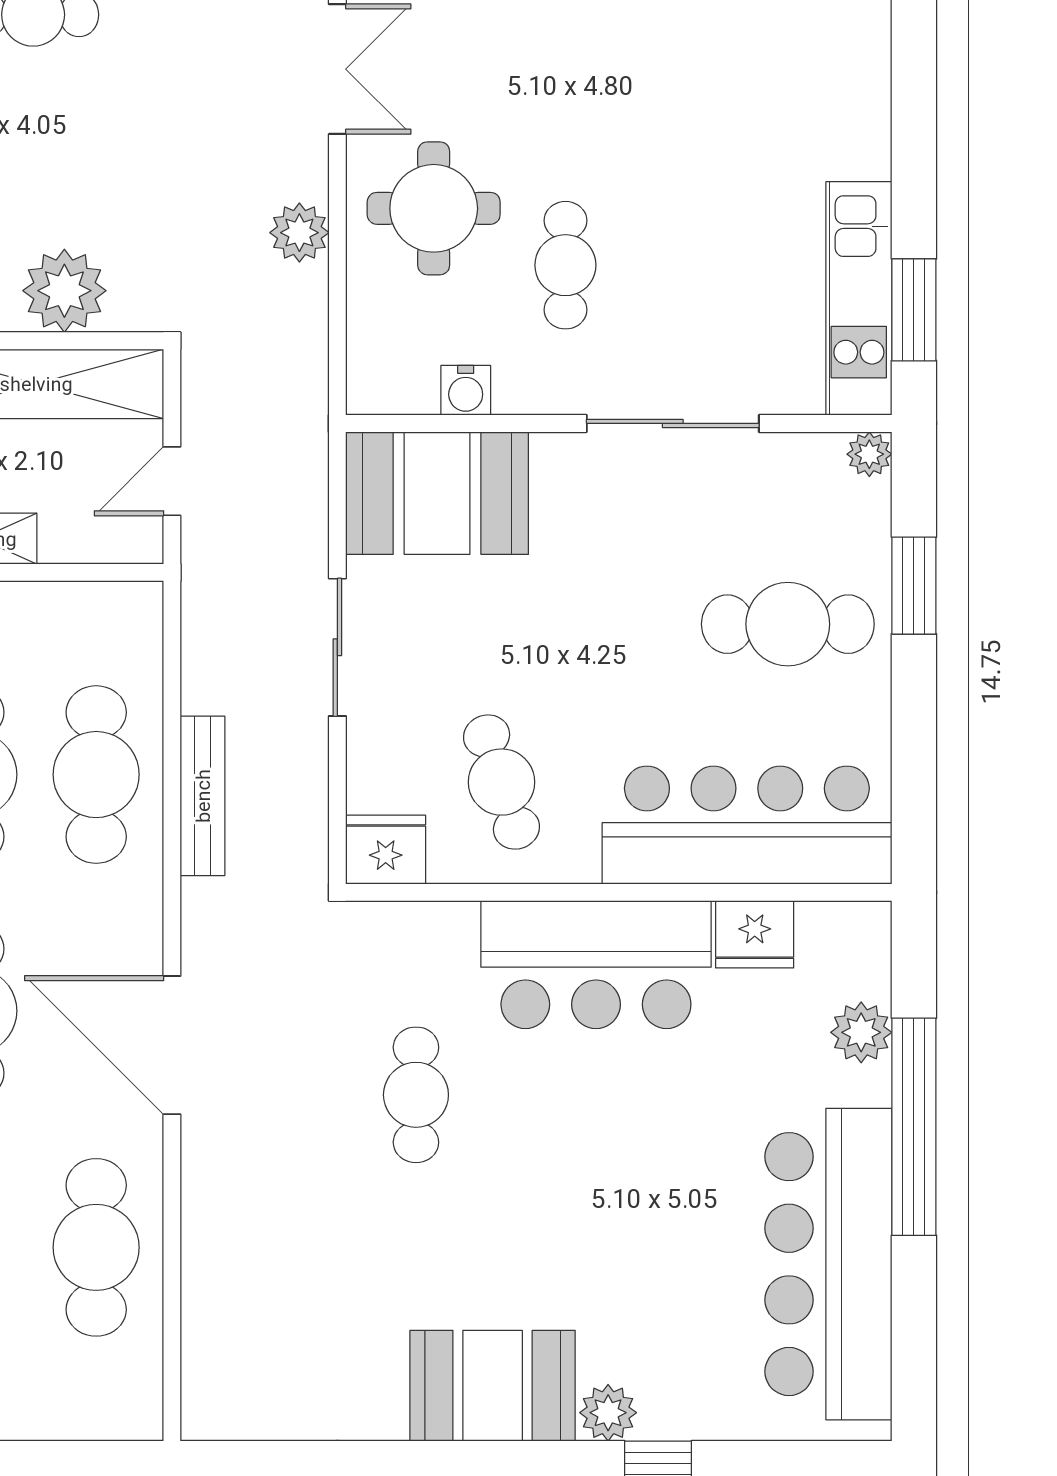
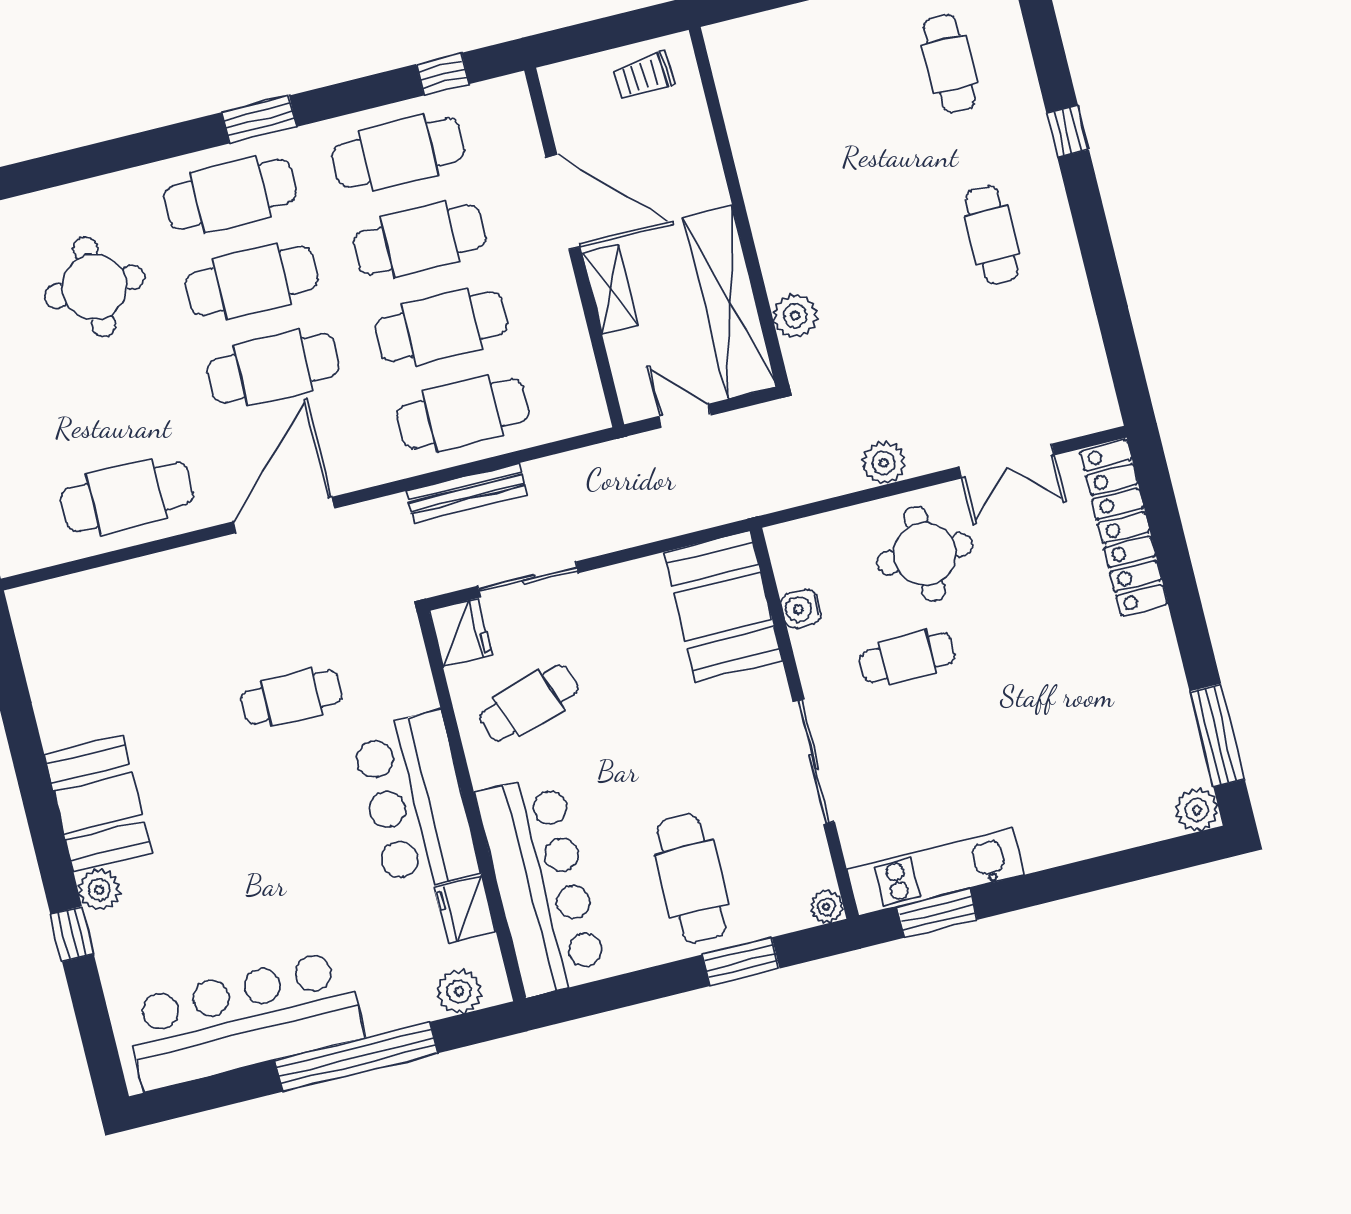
plant: (64, 291) -> (795, 316), width x0.73, depth x0.73
sliding door: (337, 647) -> (528, 579), moved
plant: (861, 1032) -> (459, 992), moved

